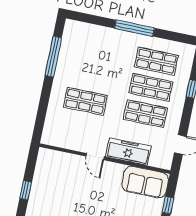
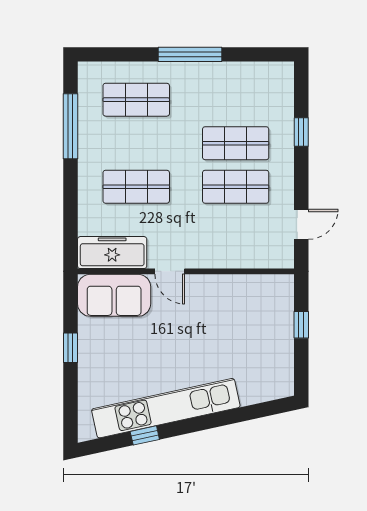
shop shelf: (156, 61) -> (136, 100), moved
freezer: (128, 152) -> (112, 253), moved
sofa: (145, 182) -> (114, 295), moved

